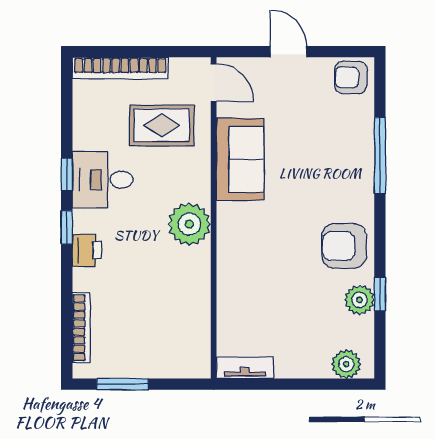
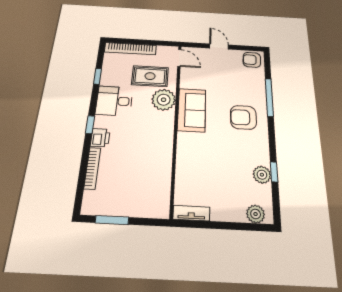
sofa: (240, 159) -> (192, 110), moved
window: (67, 174) -> (98, 76), moved
plant: (189, 224) -> (164, 100), moved
armchair: (344, 246) -> (243, 117), moved
bookcase: (81, 328) -> (92, 168), moved

